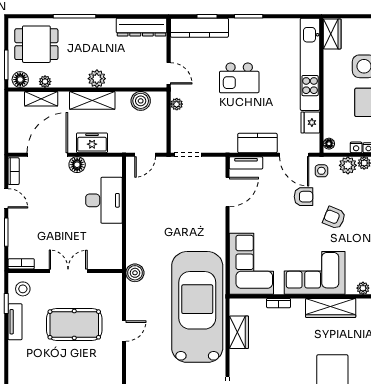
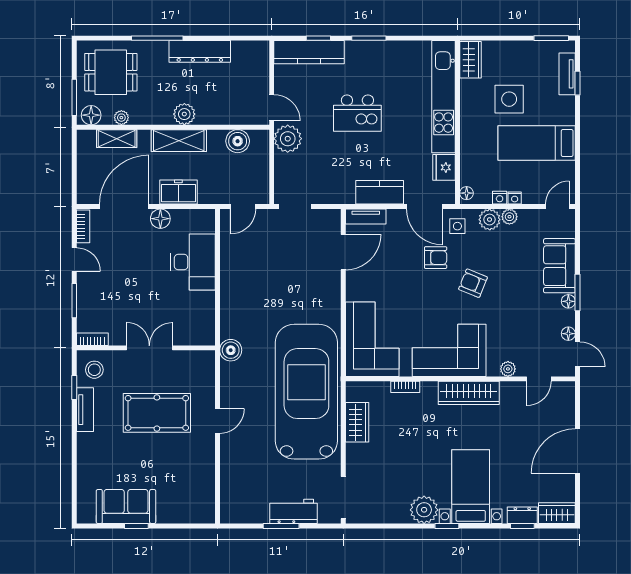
dresser: (142, 27) -> (200, 51), moved
plant: (177, 104) -> (288, 139), width x1.88, depth x1.88

